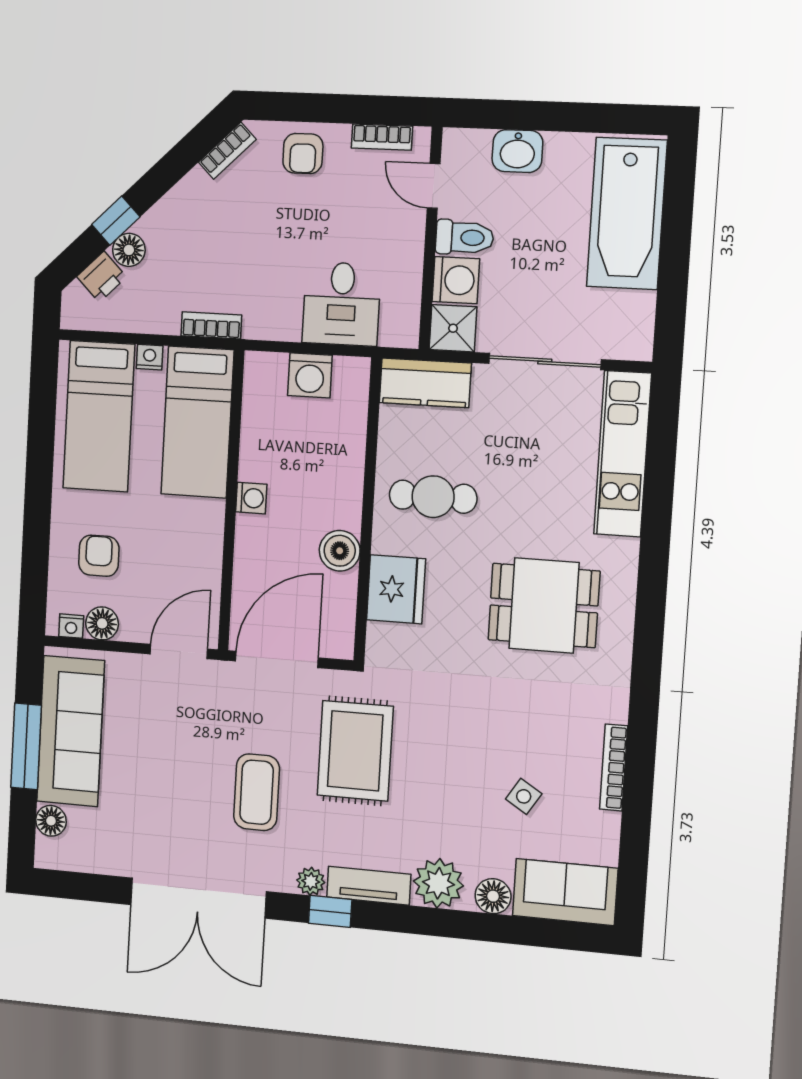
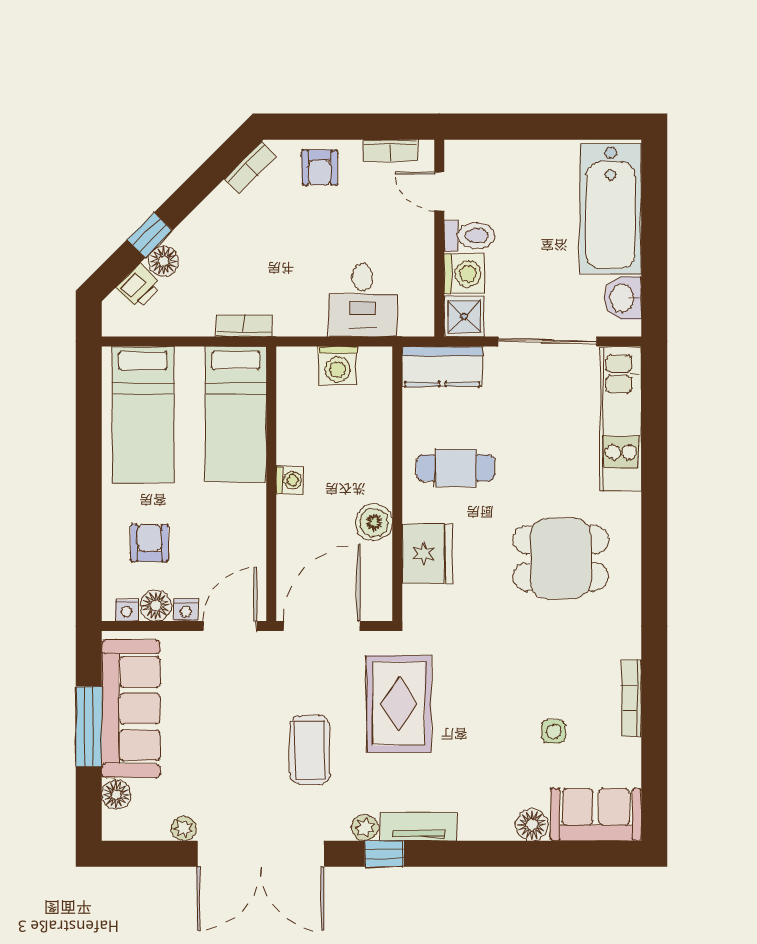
washbasin: (517, 151) -> (623, 298), moved, turned 90
nightstand: (150, 357) -> (186, 610), moved, turned 180
side table: (524, 796) -> (554, 731), turned -32
plant: (438, 883) -> (184, 829), moved, width x0.53, depth x0.53

